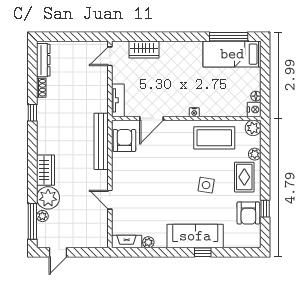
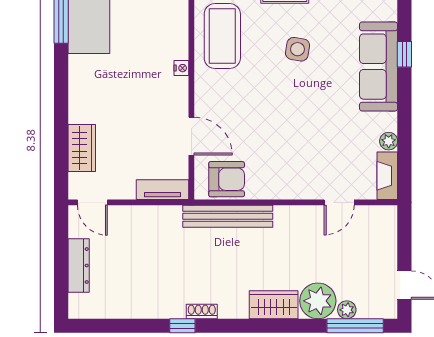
dresser: (43, 60) -> (79, 266), moved, turned 90
shoe rack: (41, 88) -> (202, 312), moved
armchair: (124, 141) -> (227, 179), turned 180
door: (110, 200) -> (339, 202), moved

